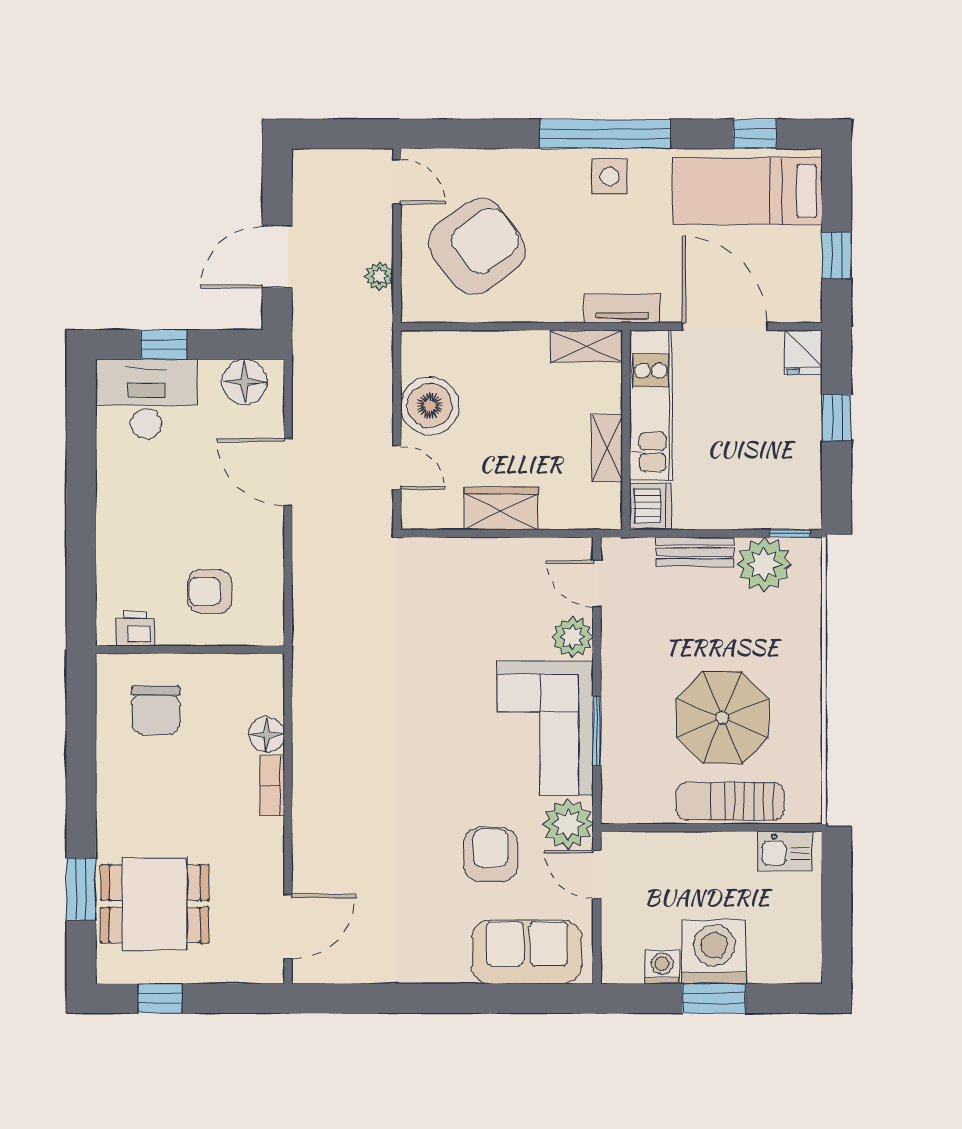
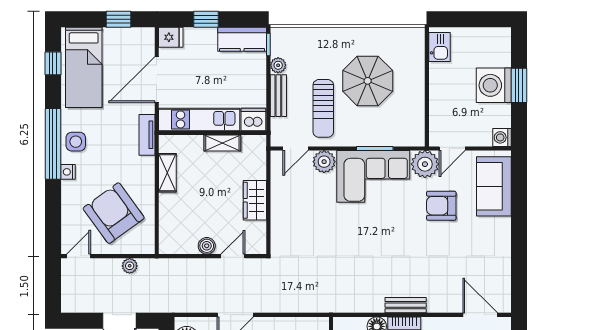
nightstand: (553, 162) -> (68, 172), added
shelving: (586, 346) -> (167, 173), moved
boiler: (430, 406) -> (207, 246), width x0.54, depth x0.54
kitchen counter: (800, 485) -> (242, 39), added
plant: (764, 564) -> (278, 65), width x0.53, depth x0.53
bench: (306, 788) -> (406, 305), added
sun lounger: (730, 801) -> (323, 108), moved
washing machine: (662, 967) -> (502, 137), moved

